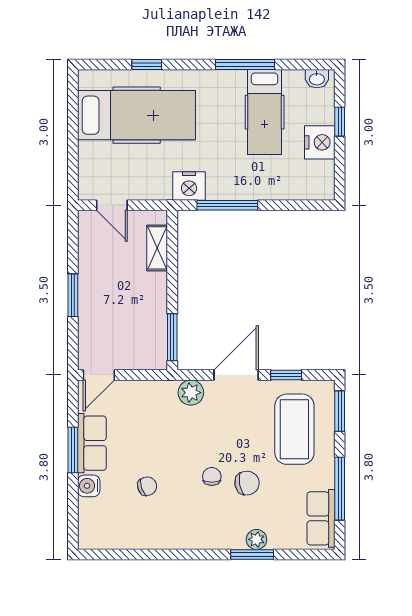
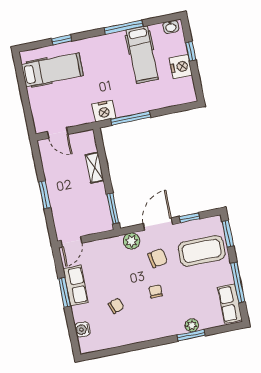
hospital bed: (137, 115) -> (52, 70), width x0.73, depth x0.78
shelving: (157, 248) -> (95, 168), moved
coffee table: (294, 429) -> (202, 251), turned 90
chair: (247, 483) -> (158, 258), moved
water cooler: (89, 486) -> (82, 329), moved

